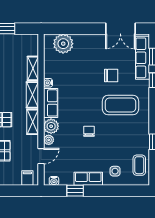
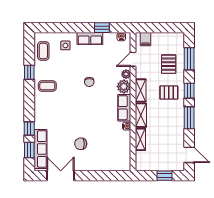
plant: (63, 44) -> (113, 162), removed
chair: (111, 76) -> (81, 144), moved
coffee table: (120, 105) -> (47, 86), moved, width x0.54, depth x0.58

